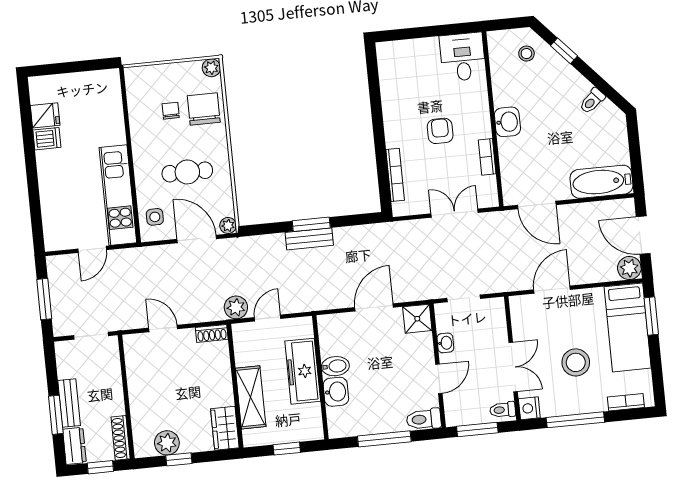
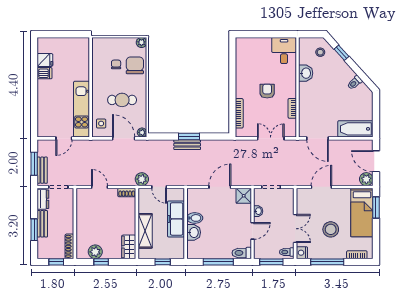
washbasin: (507, 122) -> (306, 73), moved
bench: (60, 309) -> (42, 170), added
door: (268, 318) -> (159, 187), swing flipped
dresser: (74, 446) -> (43, 199), moved

